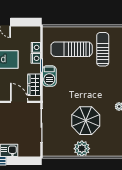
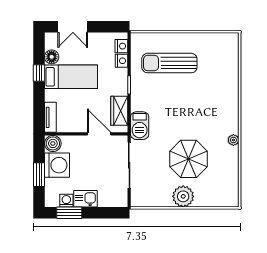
sun lounger: (103, 49) -> (211, 63), removed
nightstand: (36, 58) -> (121, 46), moved
barbecue: (49, 76) -> (140, 126), moved

